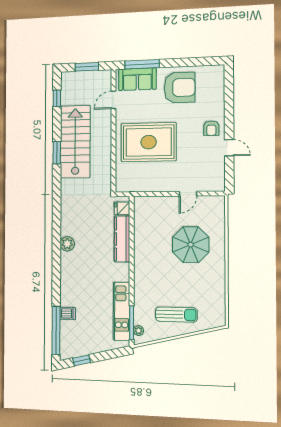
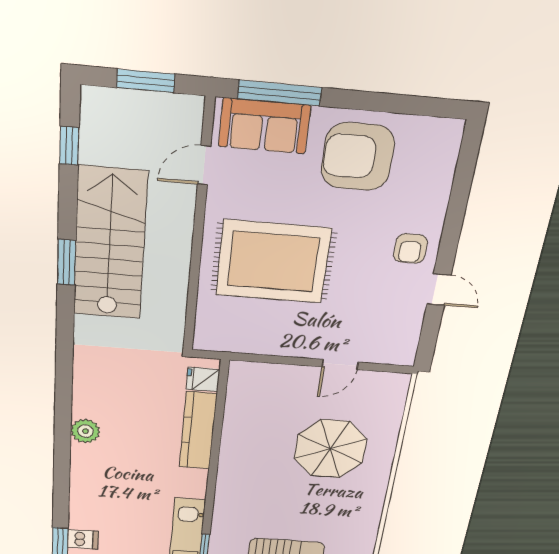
armchair: (180, 87) -> (358, 157), turned 180

